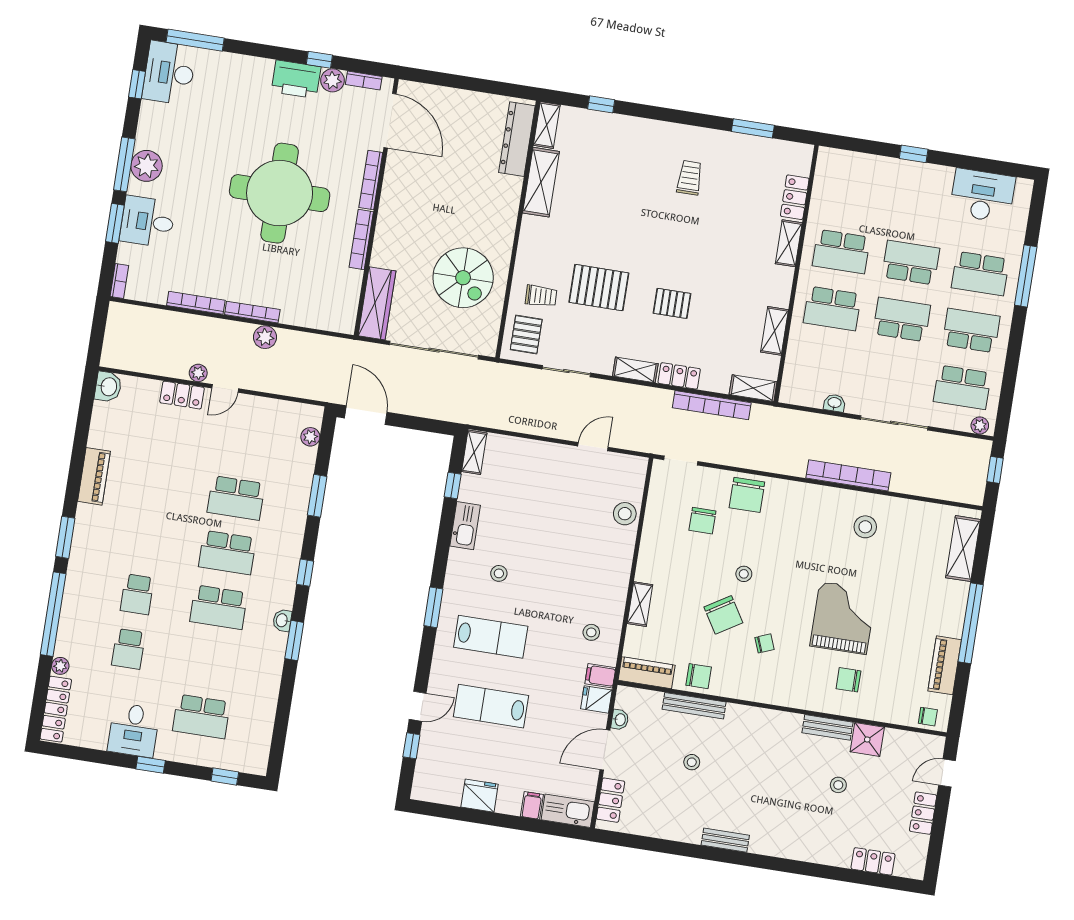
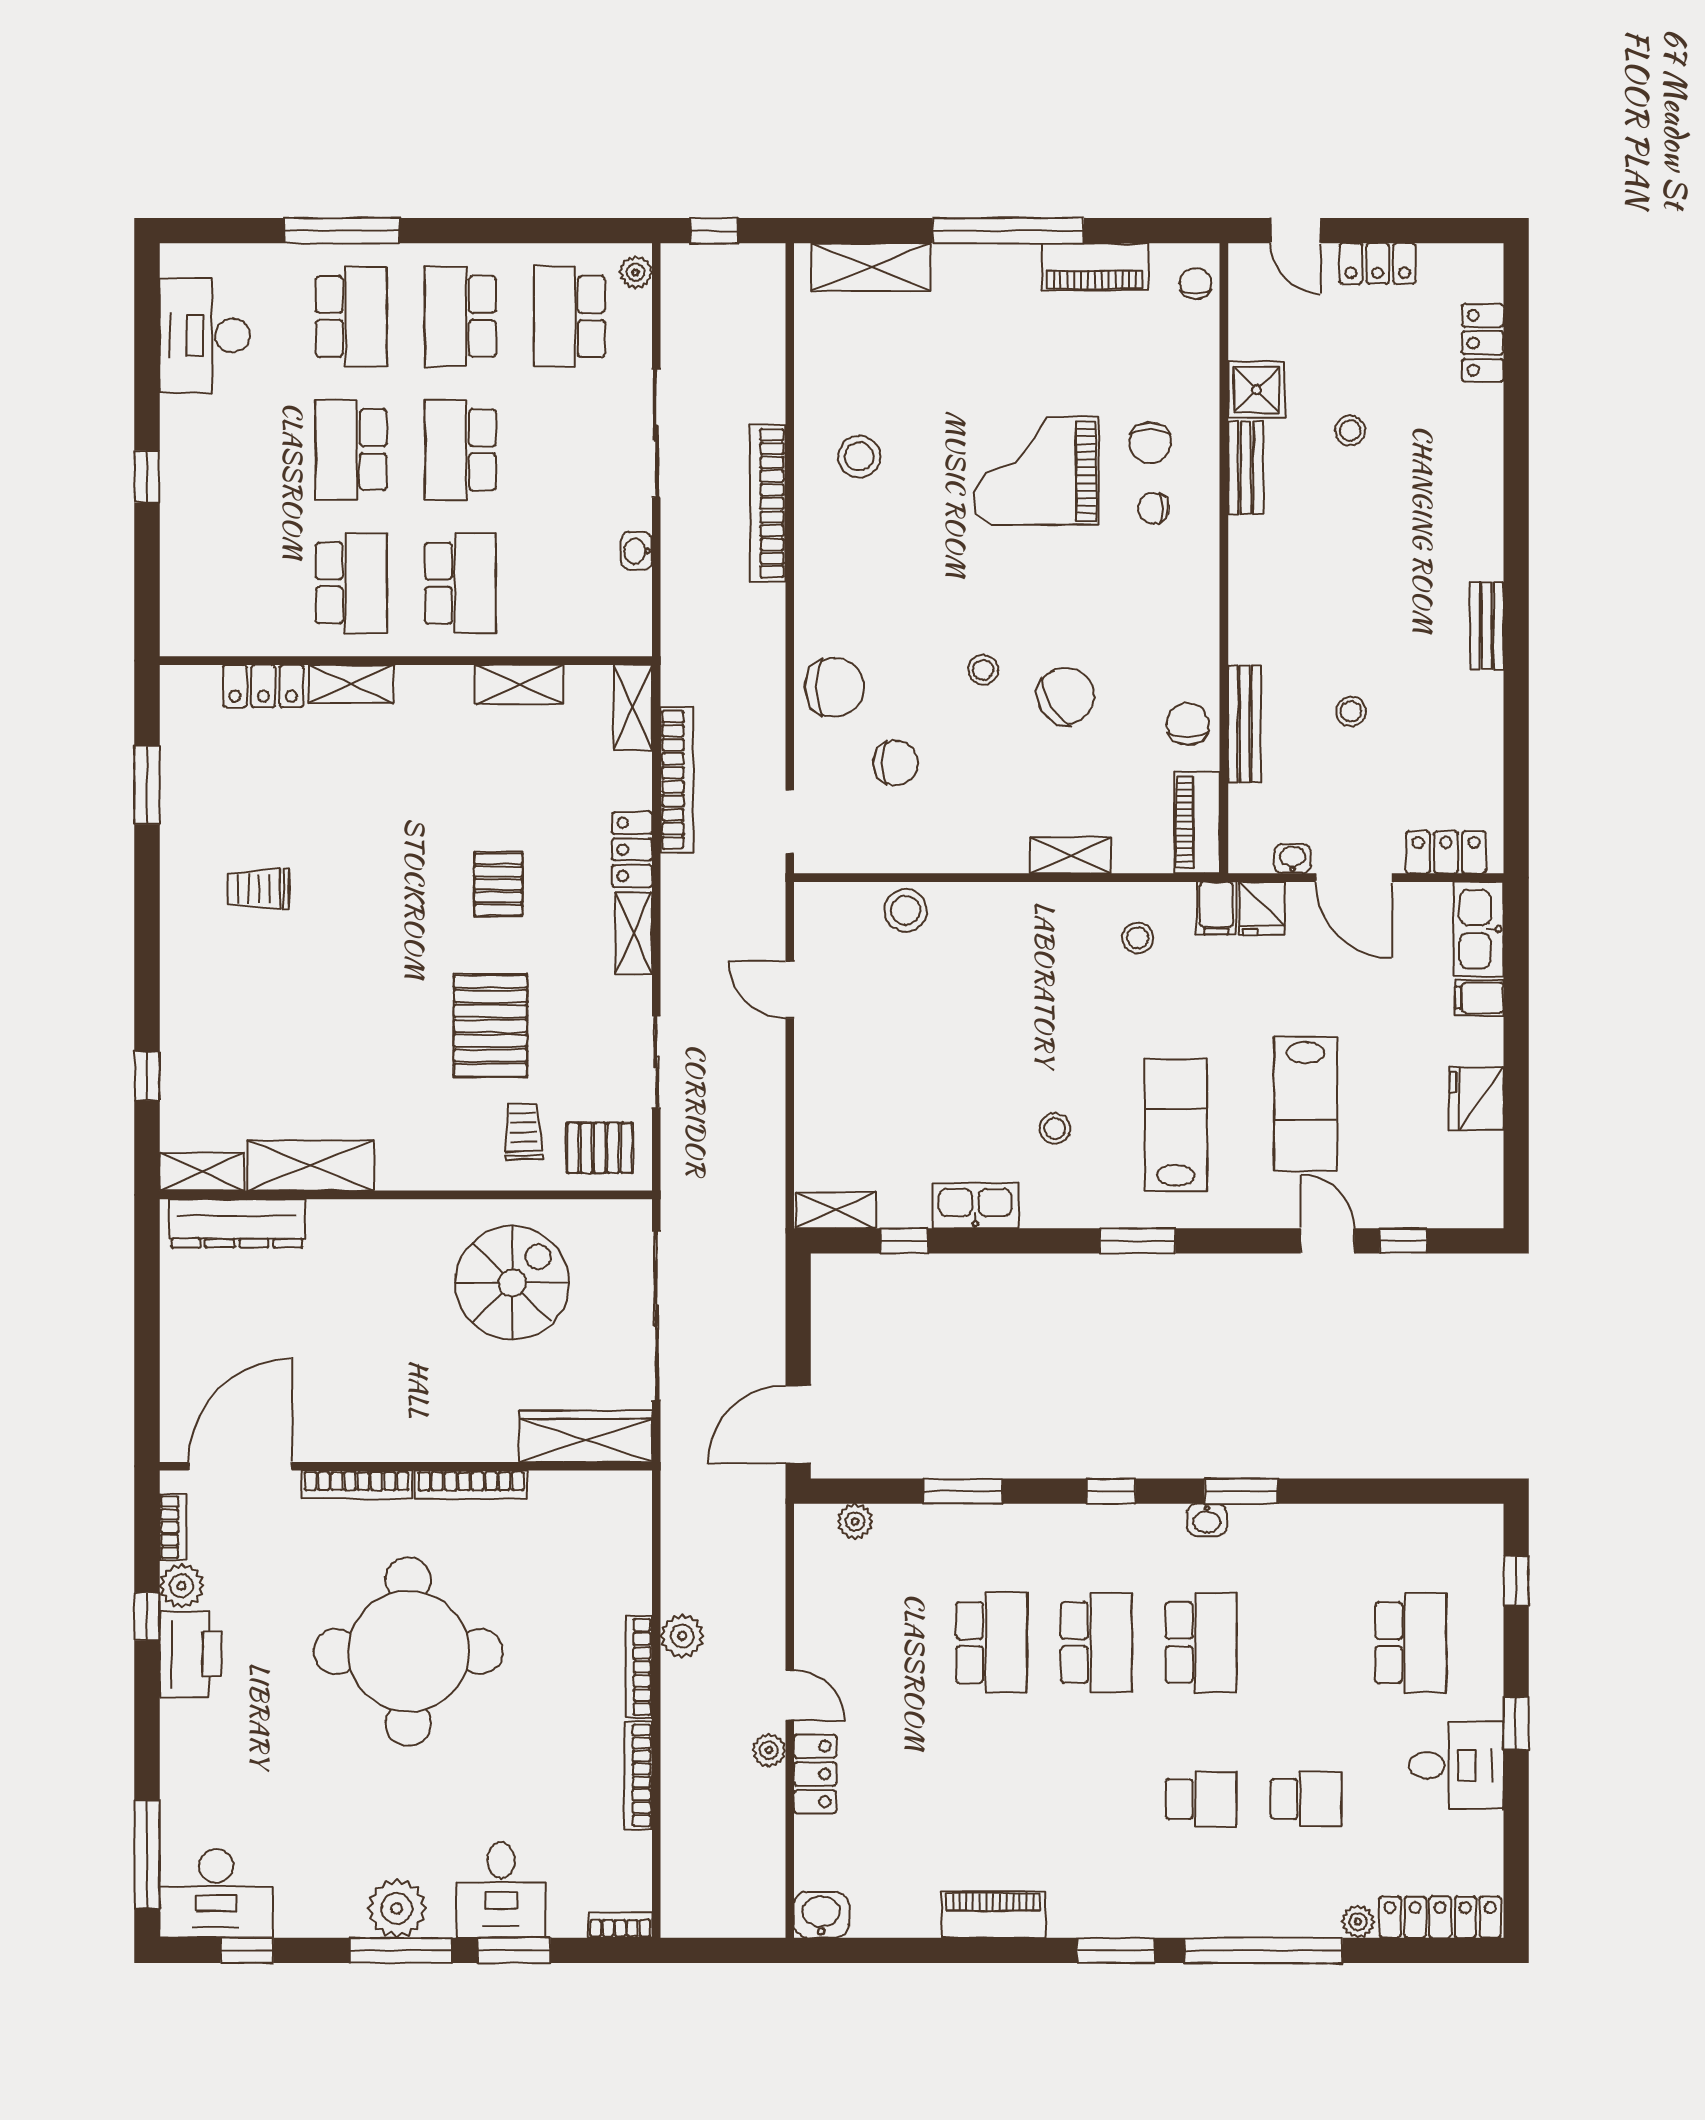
school desk: (962, 387) -> (569, 317), turned 180
chair: (764, 643) -> (1153, 508), moved, turned -68

